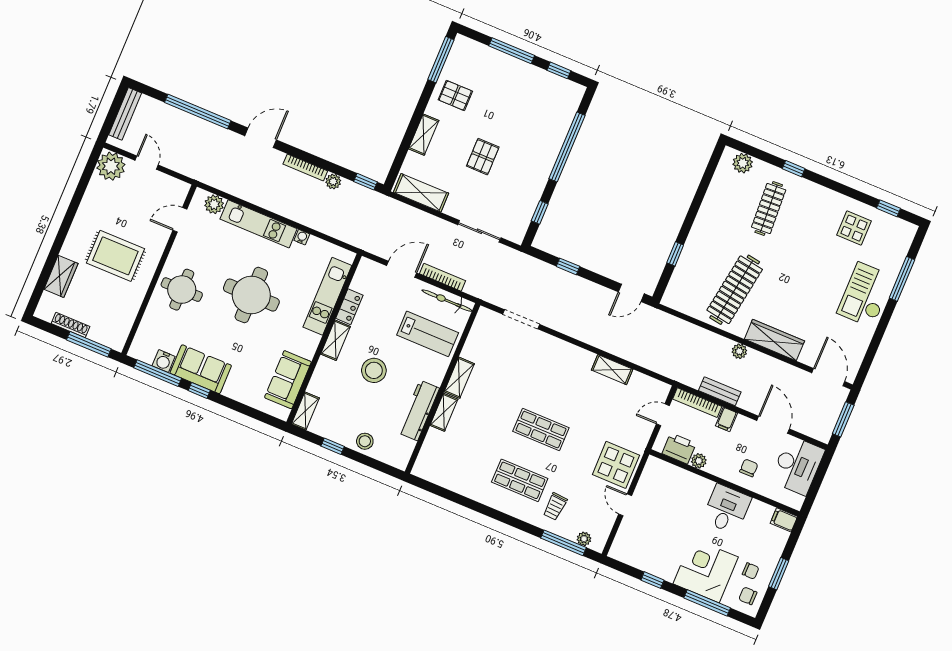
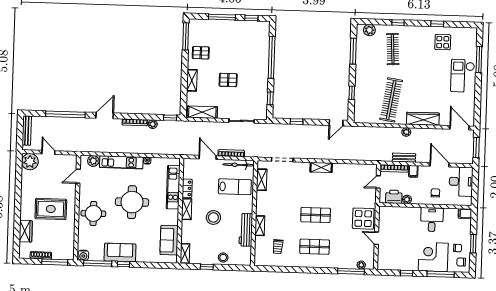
pallet: (483, 157) -> (228, 80), turned 90
window: (703, 187) -> (353, 51), added
window: (888, 208) -> (437, 24), moved
door: (402, 269) -> (208, 157), hinge flipped
water cooler: (164, 361) -> (83, 255), moved
shelving: (612, 370) -> (321, 167), moved
shelving: (459, 378) -> (262, 180), moved
trolley: (555, 506) -> (278, 247), moved

